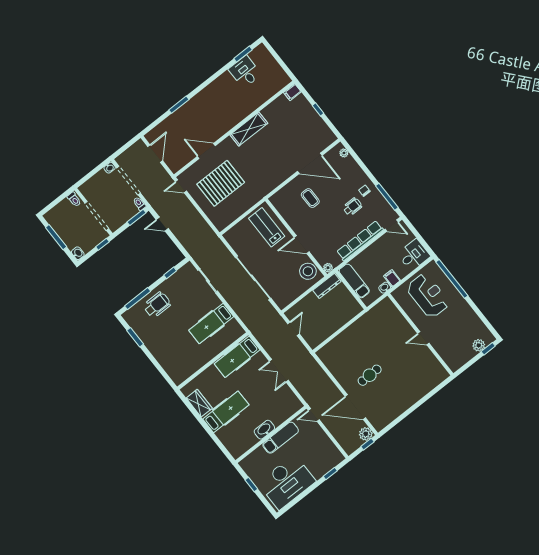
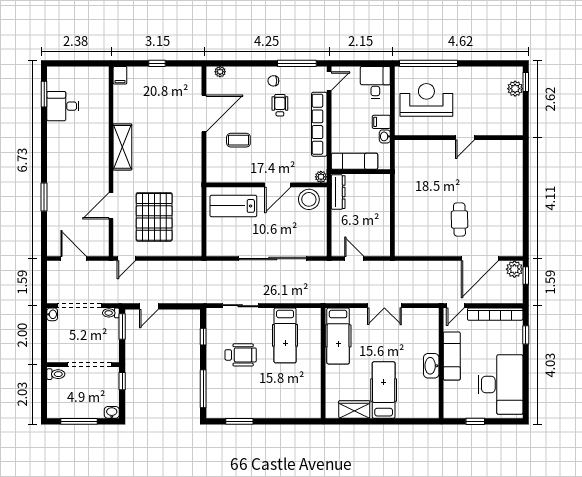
wheelchair: (157, 305) -> (241, 355), moved, turned 90
bookcase: (328, 444) -> (495, 314), added

